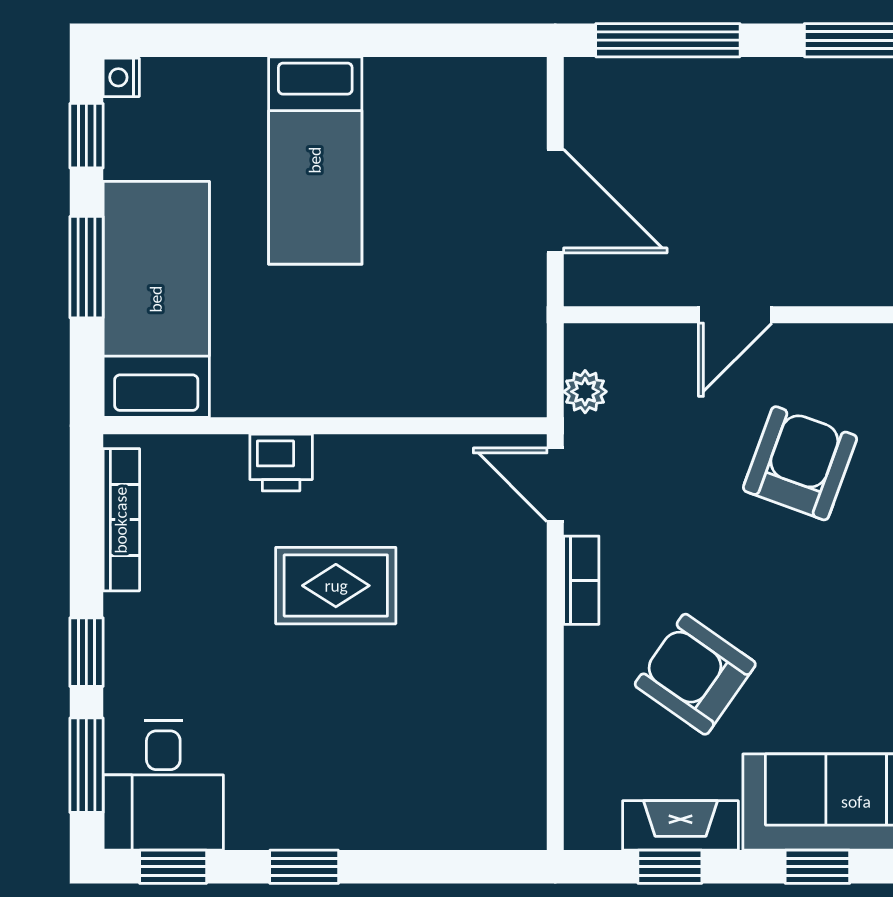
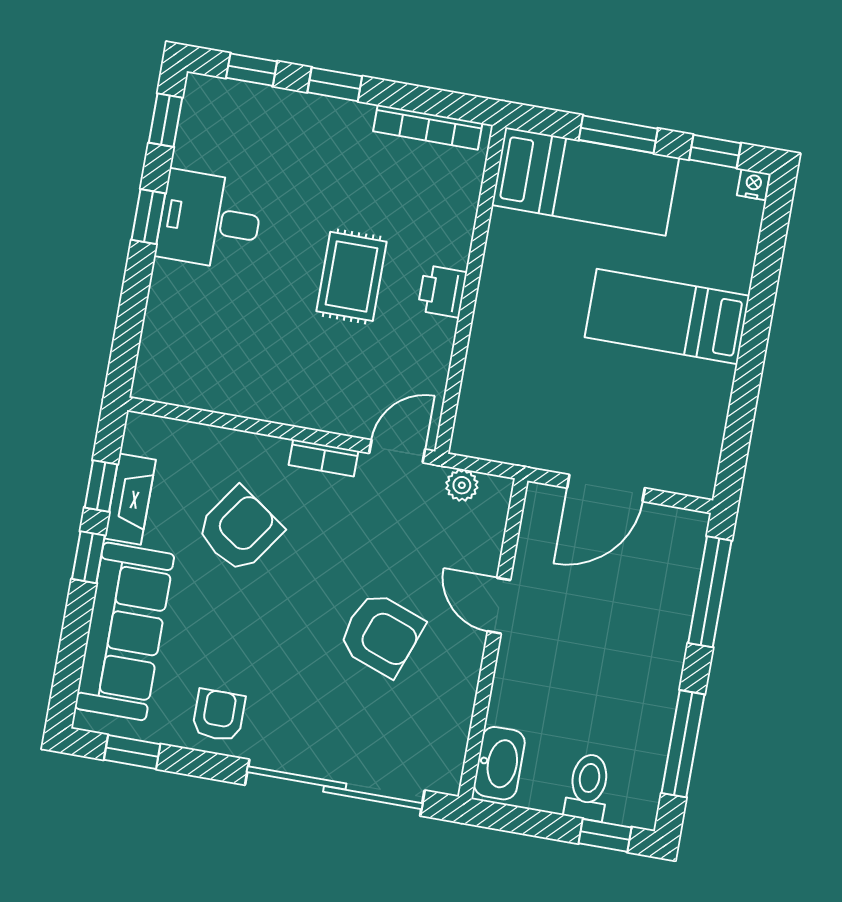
printer: (281, 463) -> (442, 291), moved
window: (86, 765) -> (252, 70), width x0.67
desk: (163, 785) -> (210, 220), moved
window: (817, 867) -> (88, 557), moved

